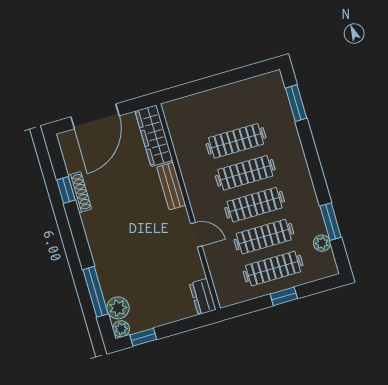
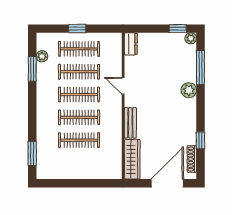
shoe rack: (80, 192) -> (192, 159), moved
plant: (118, 308) -> (189, 90), moved

